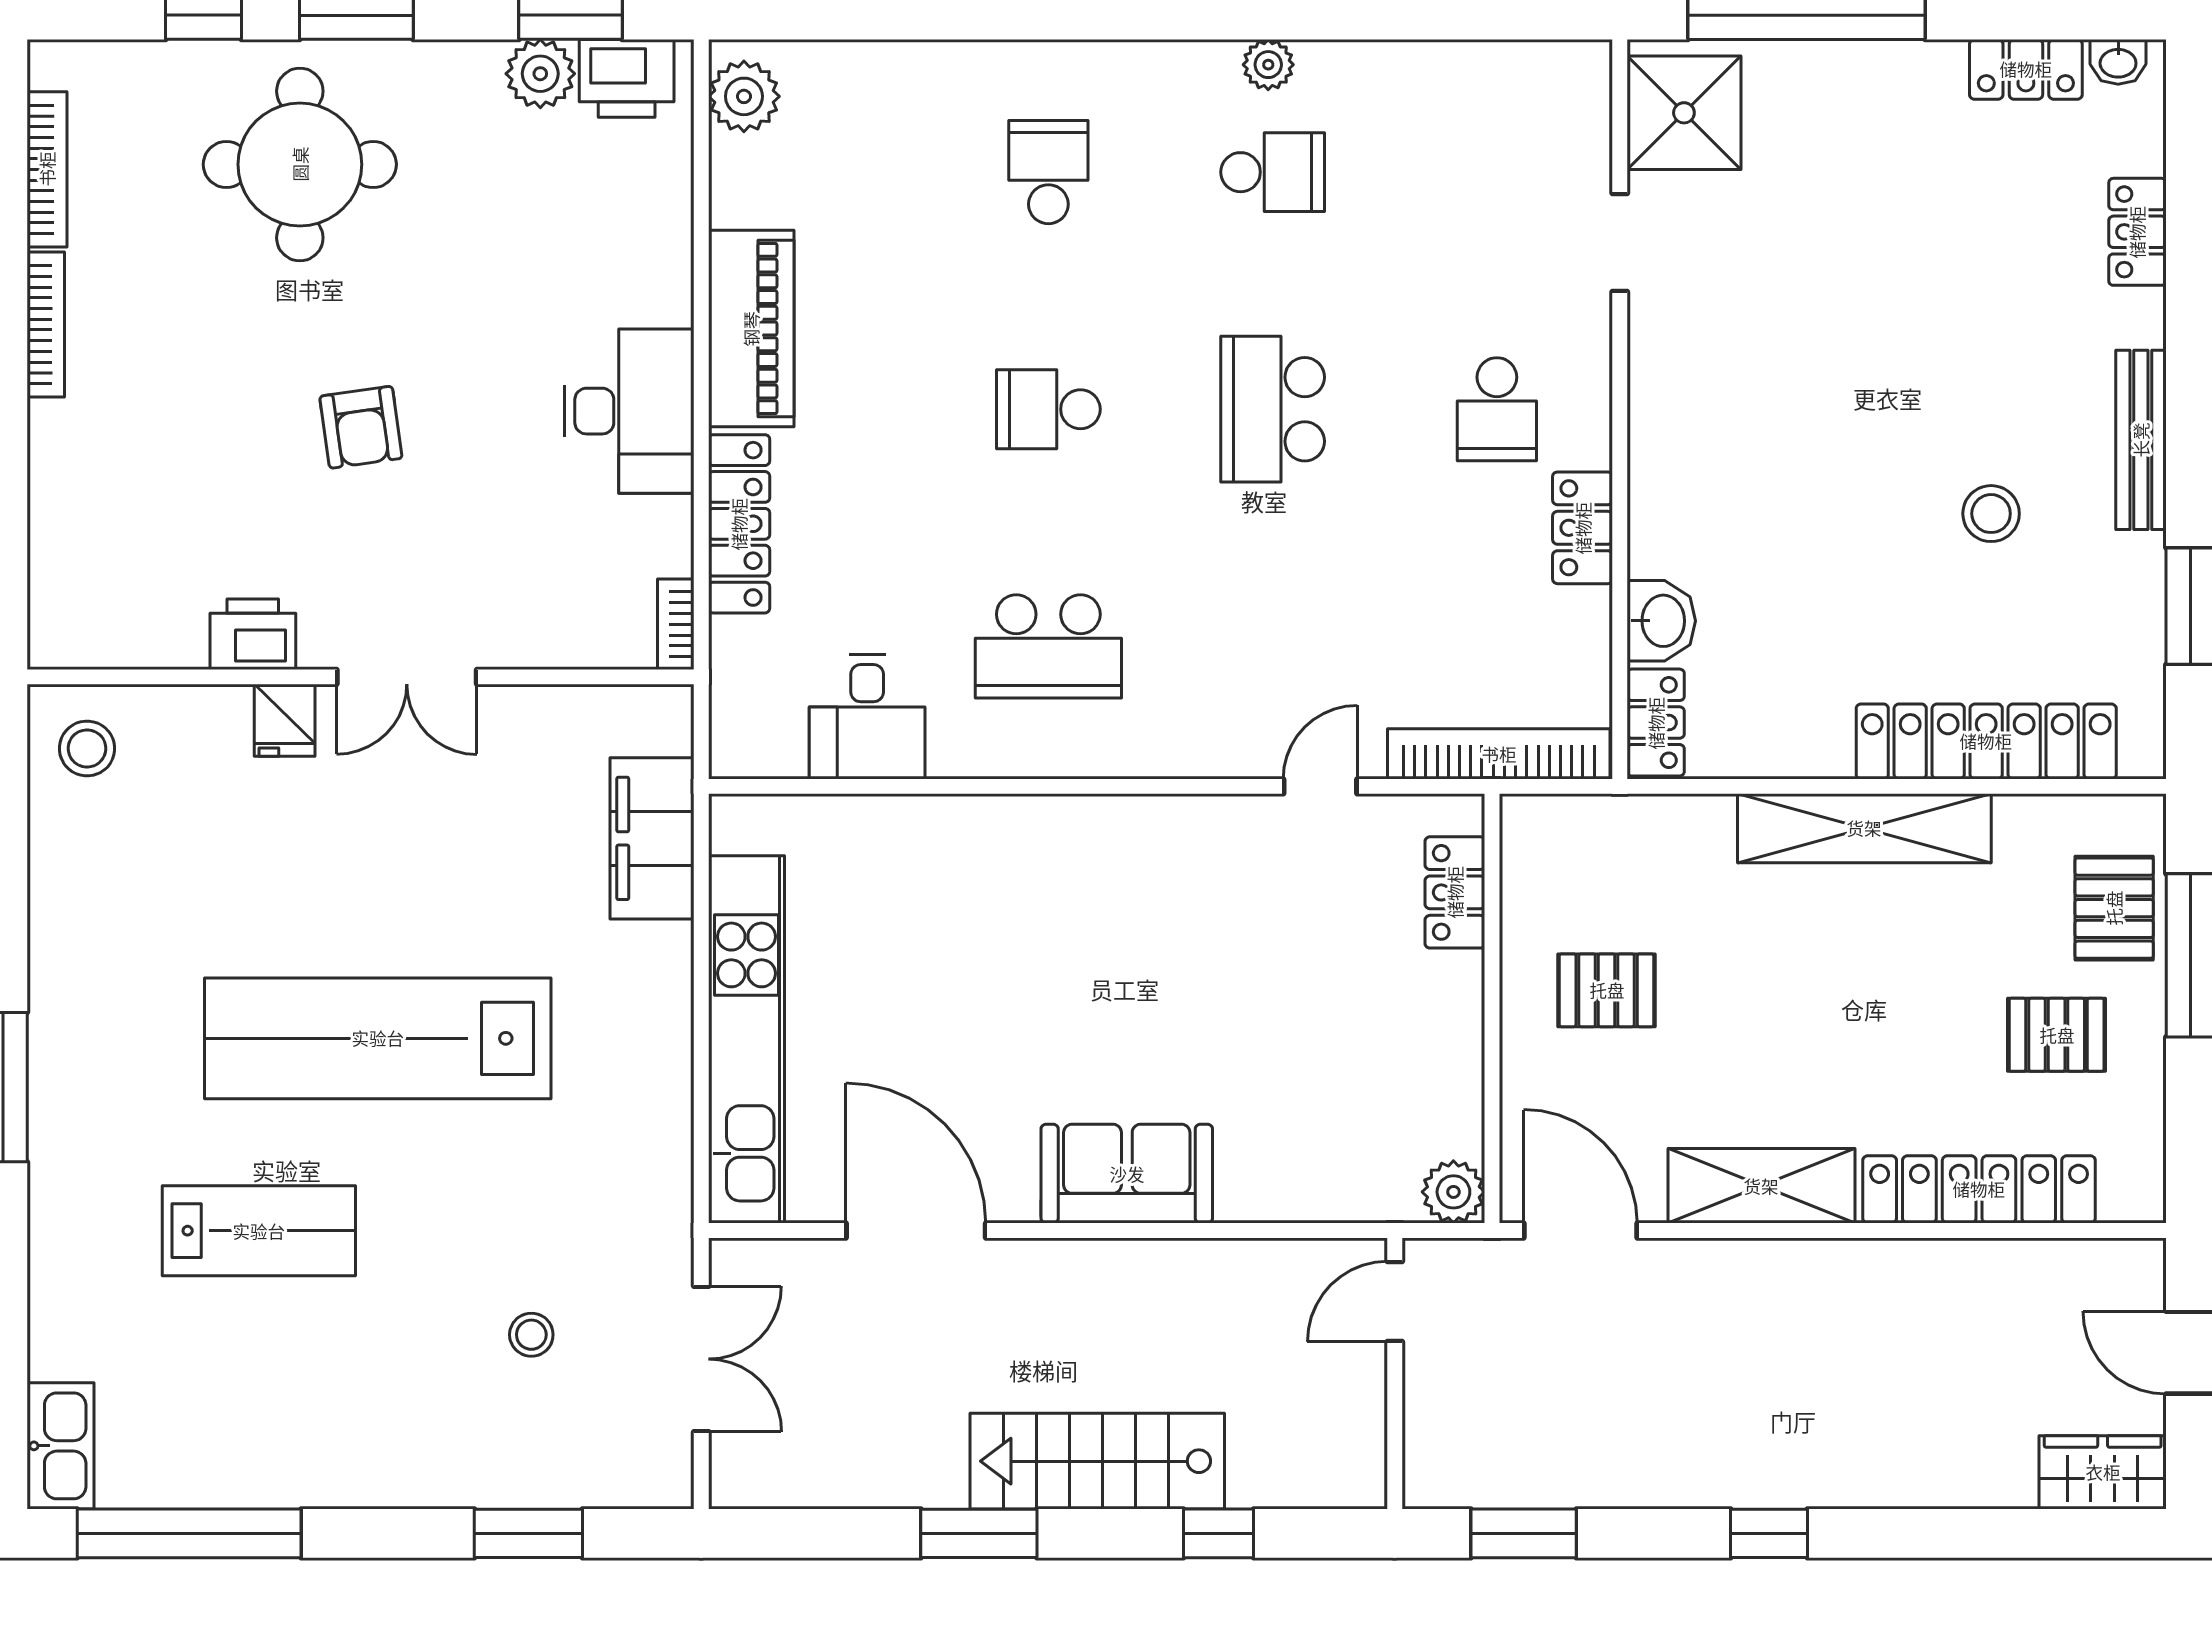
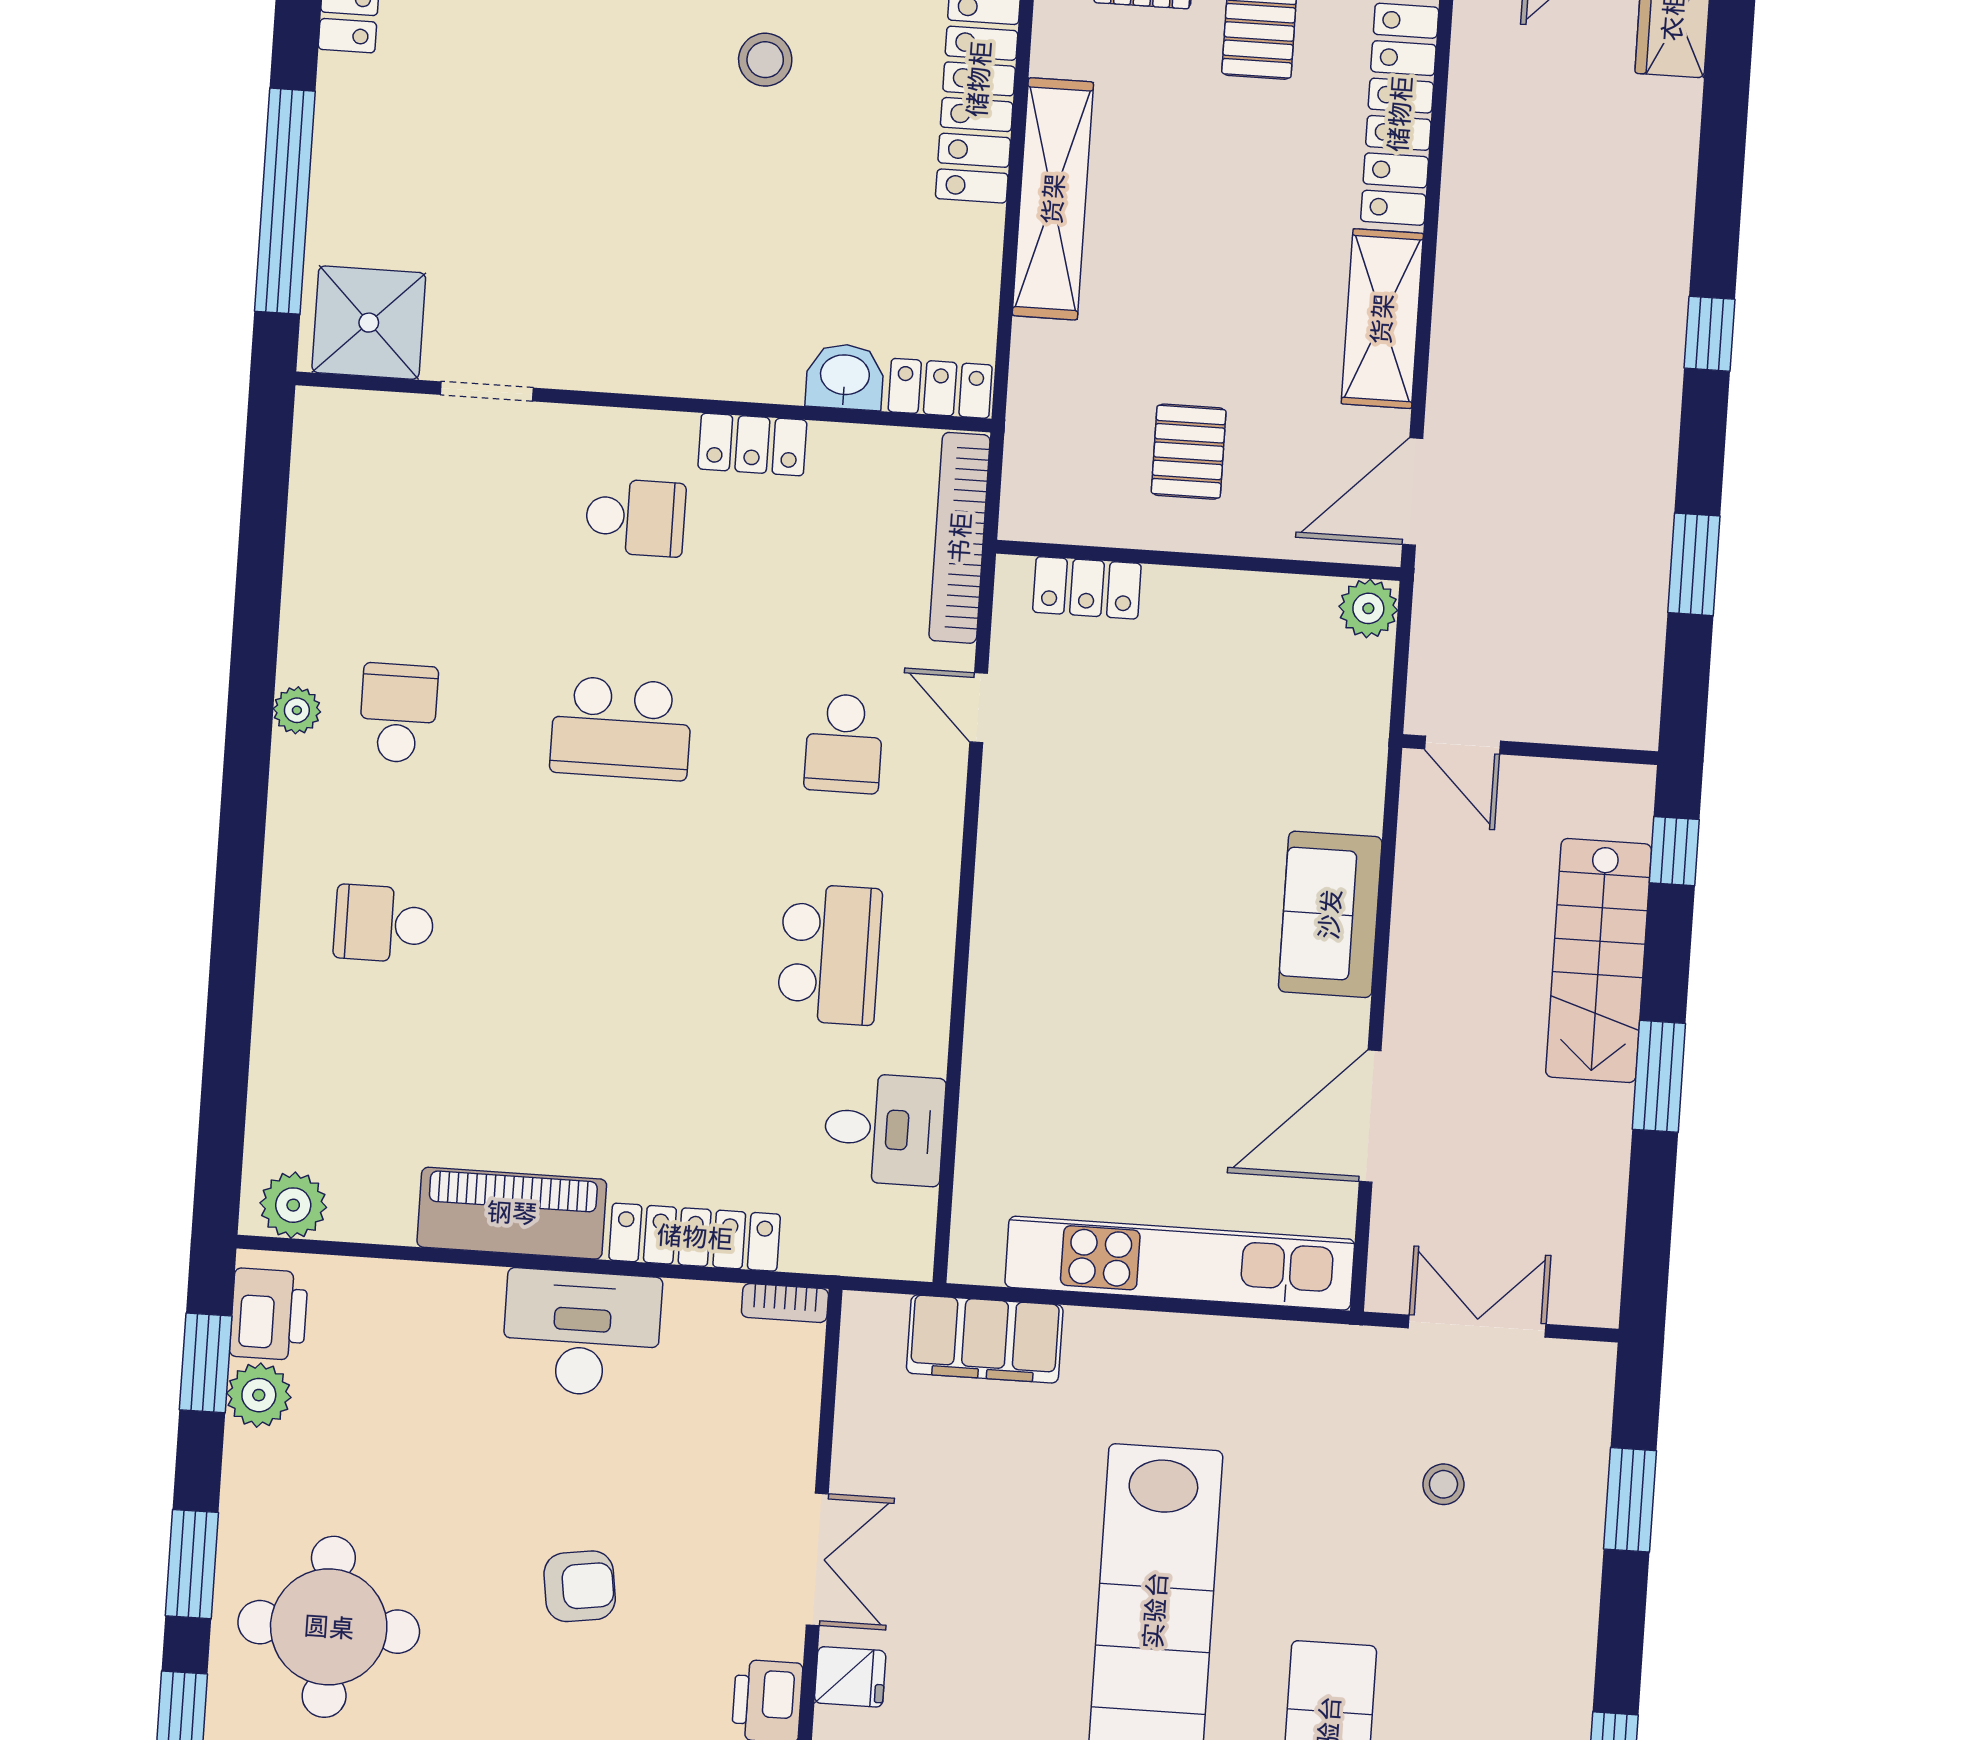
school desk: (1048, 409) -> (844, 743), moved
door: (1395, 1302) -> (1463, 745), moved
wall: (1395, 1373) -> (1530, 750), moved

